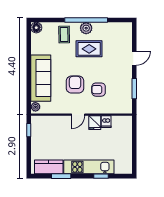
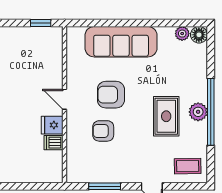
coffee table: (64, 35) -> (188, 166), moved
armchair: (75, 85) -> (111, 95), turned 180
armchair: (99, 90) -> (103, 131), turned -90
plant: (35, 107) -> (182, 34), moved

